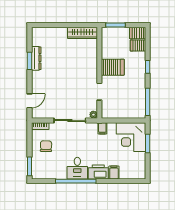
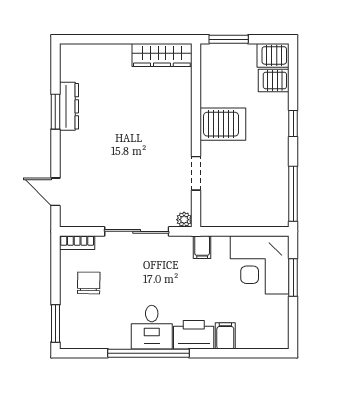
door: (29, 101) -> (55, 192), swing flipped

